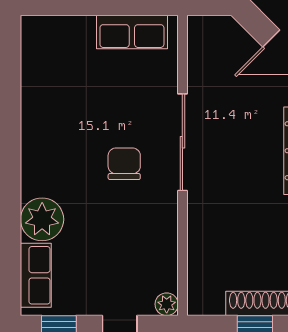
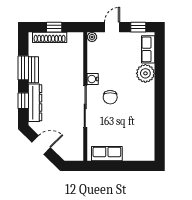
water cooler: (165, 206) -> (93, 79), added

